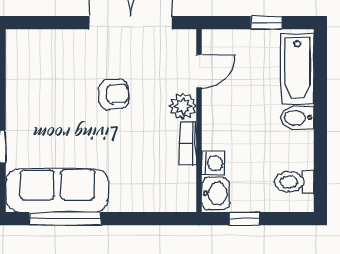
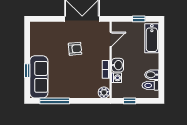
plant: (183, 106) -> (104, 93), moved
bidet: (297, 118) -> (152, 75), moved
sofa: (57, 190) -> (39, 77), moved, turned 90
washbasin: (216, 194) -> (118, 65), moved

